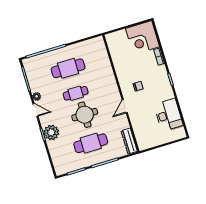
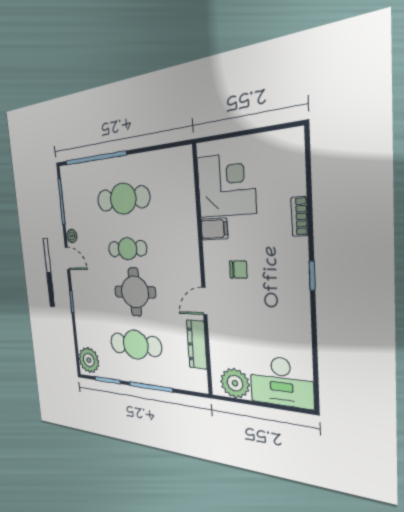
corner desk: (142, 38) -> (226, 185), moved, turned 180
filing cabinet: (122, 71) -> (214, 229), added
desk: (168, 115) -> (281, 382), moved, turned 90
plant: (51, 132) -> (89, 360), moved
plant: (149, 140) -> (235, 383), added
dresser: (129, 141) -> (197, 344), moved

